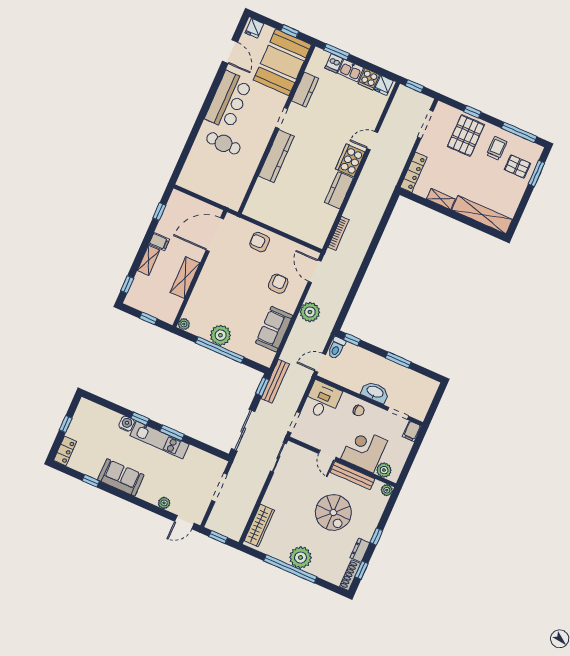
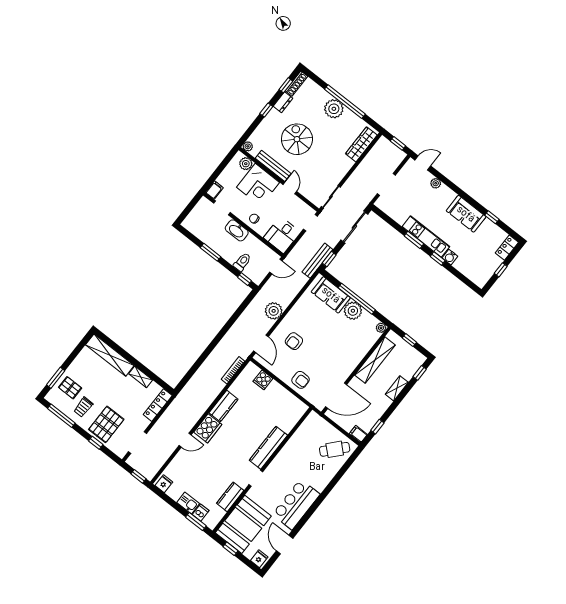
cooker: (369, 79) -> (263, 380), moved, turned 180
cafe table: (223, 143) -> (335, 449), moved, turned -48
filing cabinet: (159, 242) -> (358, 434), moved
shelving: (185, 278) -> (375, 360), width x1.47
sofa: (274, 329) -> (331, 295), moved, turned 90
toilet: (336, 348) -> (242, 262), moved

